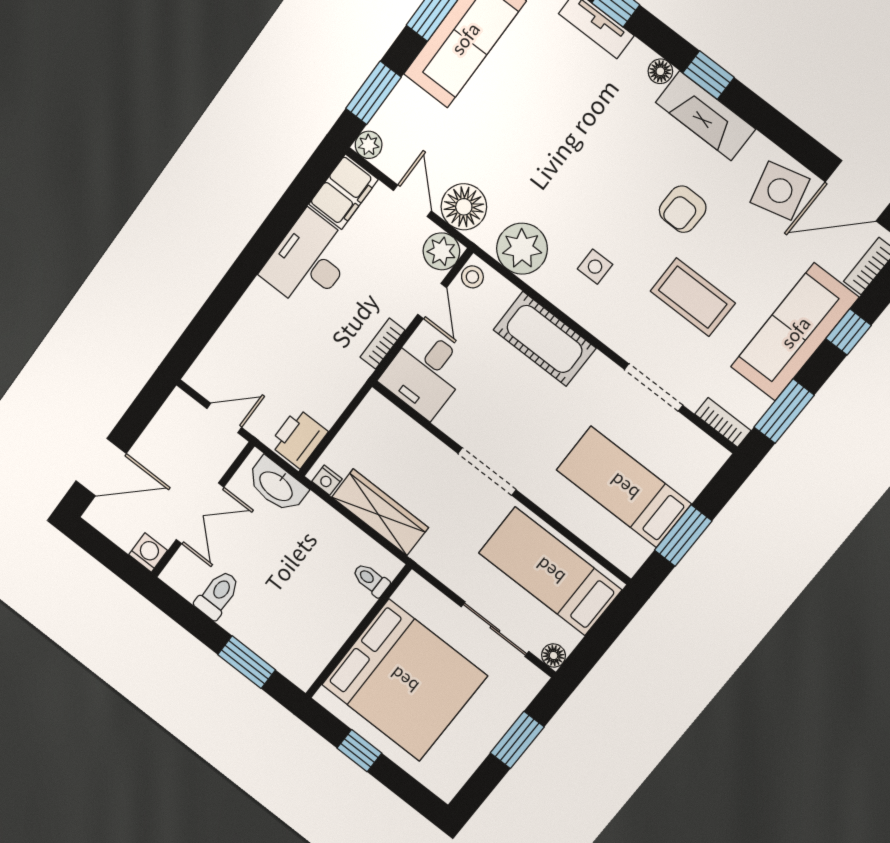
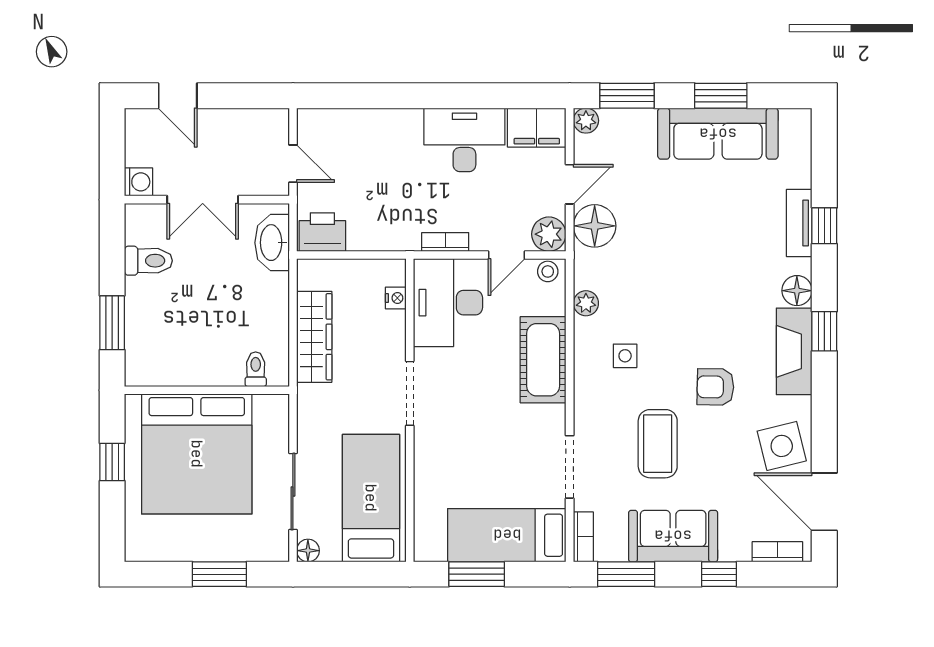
floor lamp: (660, 71) -> (797, 291), width x1.37, depth x1.37
plant: (522, 249) -> (586, 303), width x0.53, depth x0.53
sofa: (795, 332) -> (673, 536), width x0.73
desk: (425, 373) -> (448, 303), width x1.37
door: (101, 467) -> (178, 96), width x0.73
nightstand: (327, 480) -> (396, 298), moved, turned 180
bed: (624, 487) -> (507, 535), moved, turned -90

